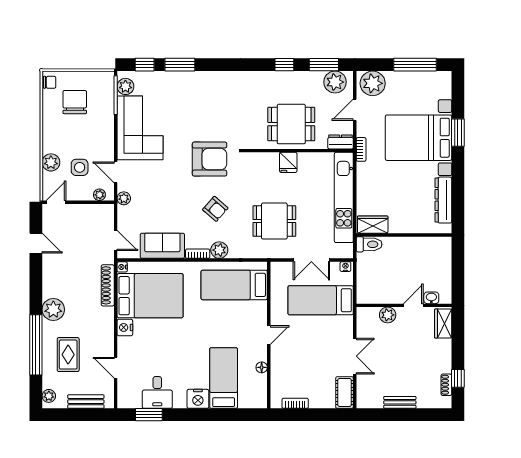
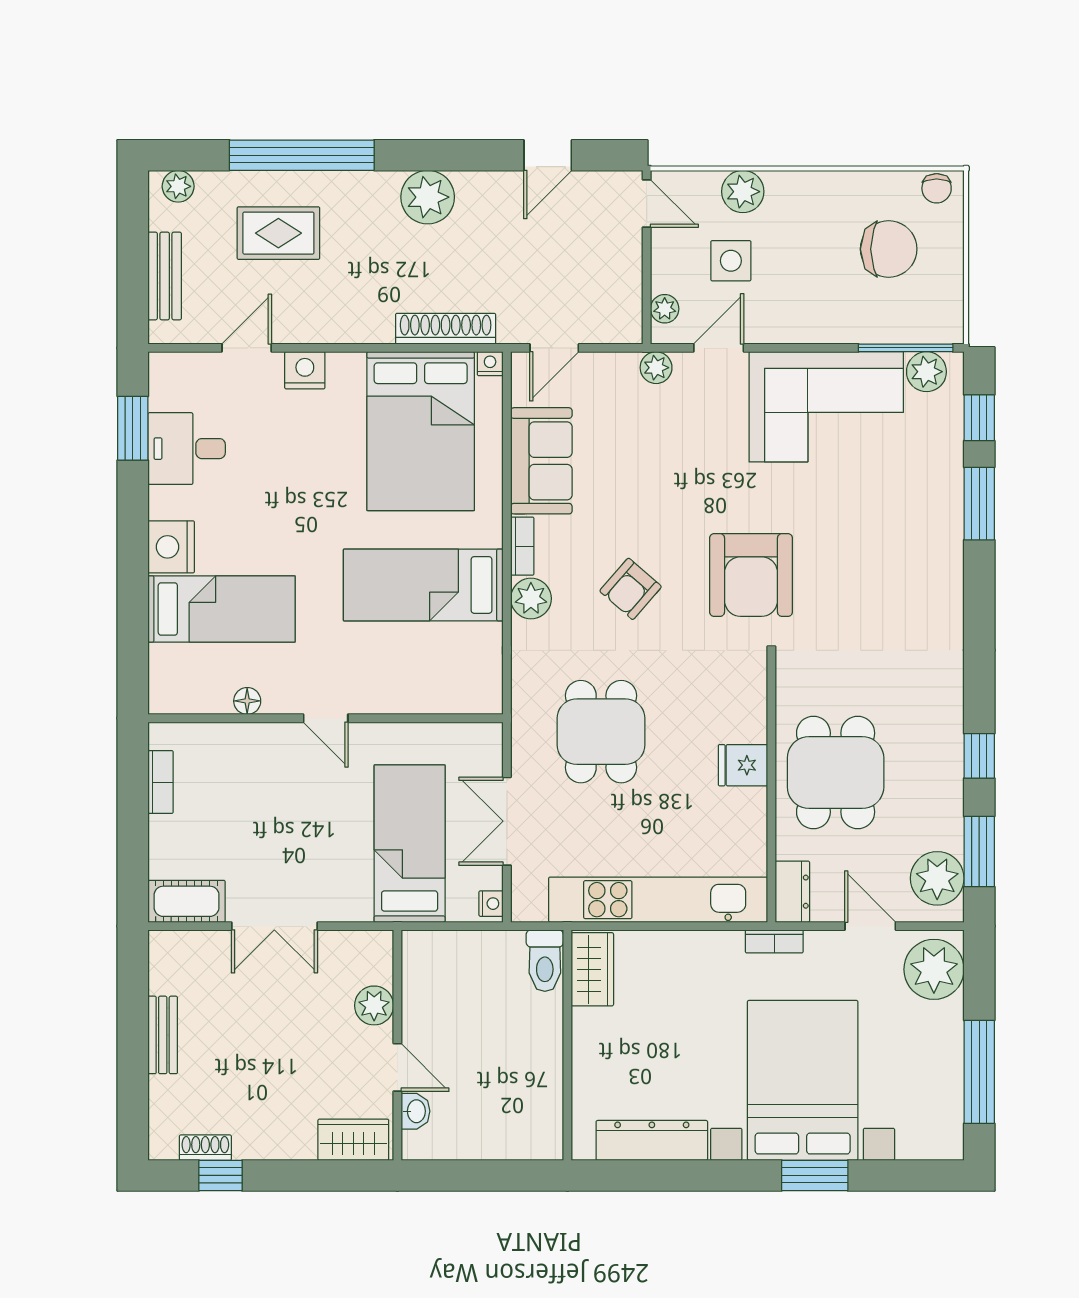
bed: (234, 285) -> (423, 585), moved, turned -90
plant: (53, 310) -> (428, 197), moved
nightstand: (125, 327) -> (305, 370), moved

